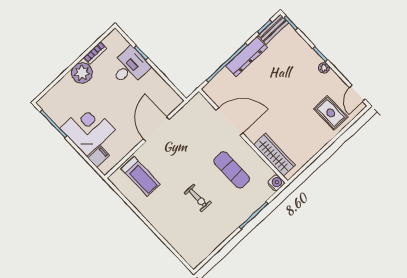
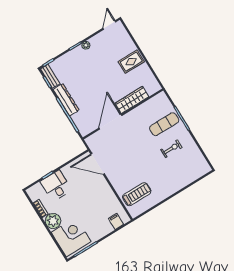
door: (357, 93) -> (109, 25), swing flipped
rug: (331, 113) -> (131, 62), moved
corner desk: (88, 129) -> (71, 237), moved, turned 90
door: (156, 129) -> (98, 164), moved
wardrobe: (274, 155) -> (132, 100), moved
exercise mat: (232, 170) -> (164, 124), moved
water cooler: (276, 183) -> (162, 97), removed
exercise bike: (198, 198) -> (171, 149), moved

